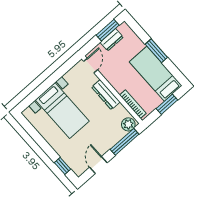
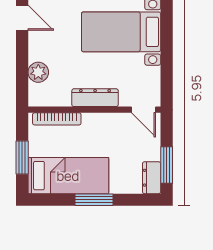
dresser: (112, 40) -> (152, 178), moved
plant: (128, 124) -> (38, 72), moved
window: (125, 142) -> (22, 71), removed

